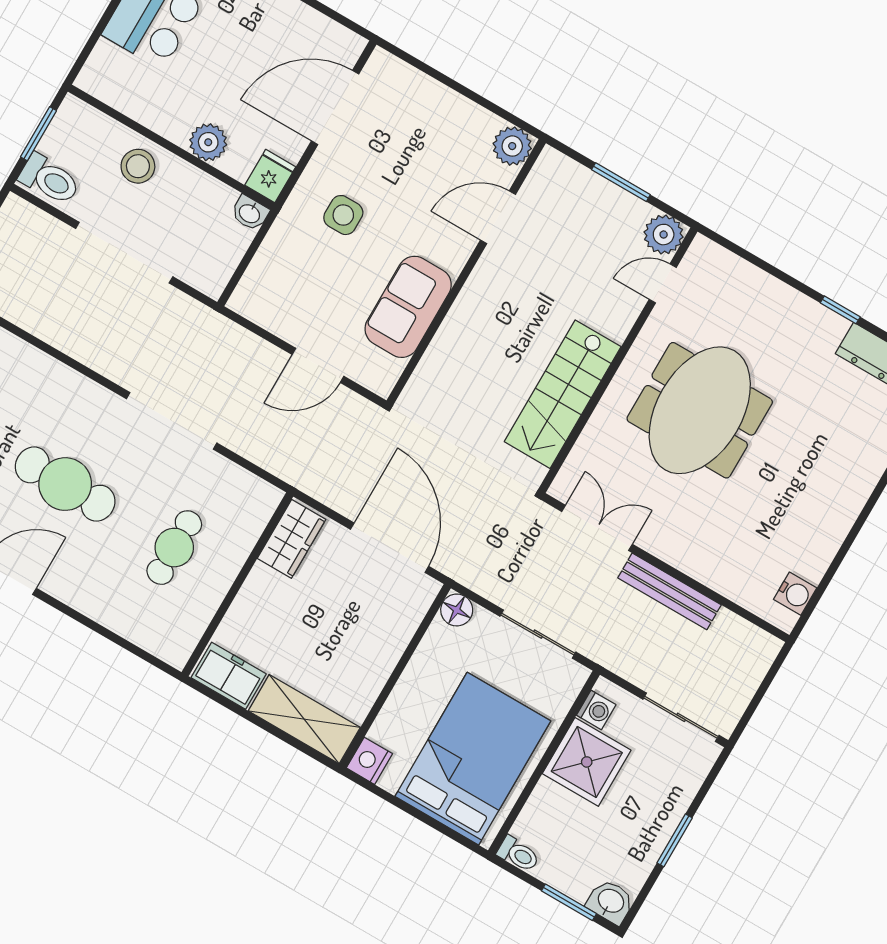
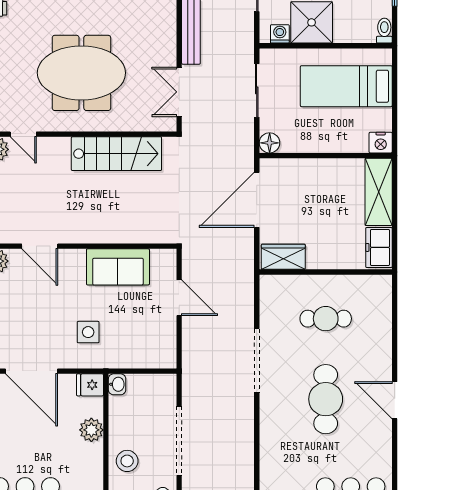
bed: (473, 759) -> (346, 86), width x0.67

